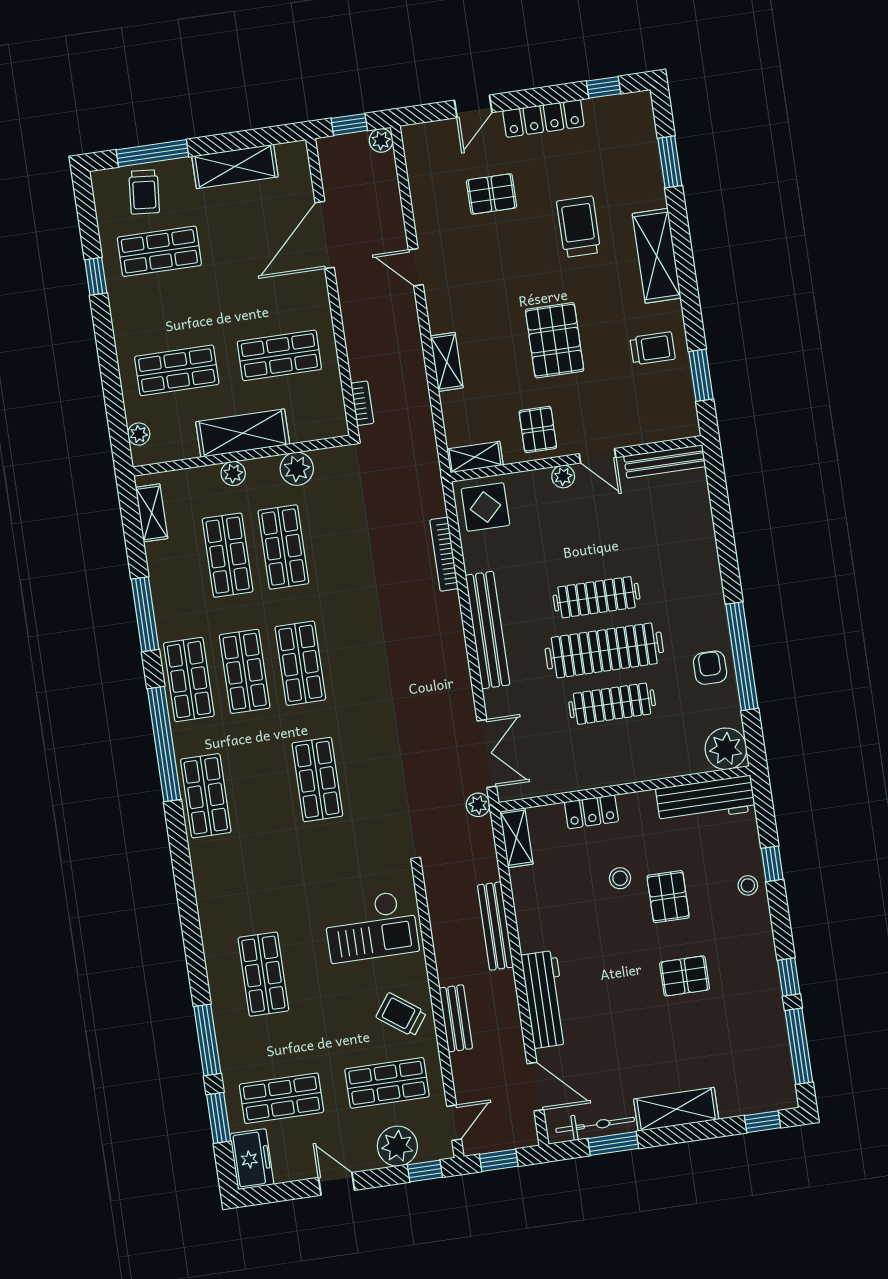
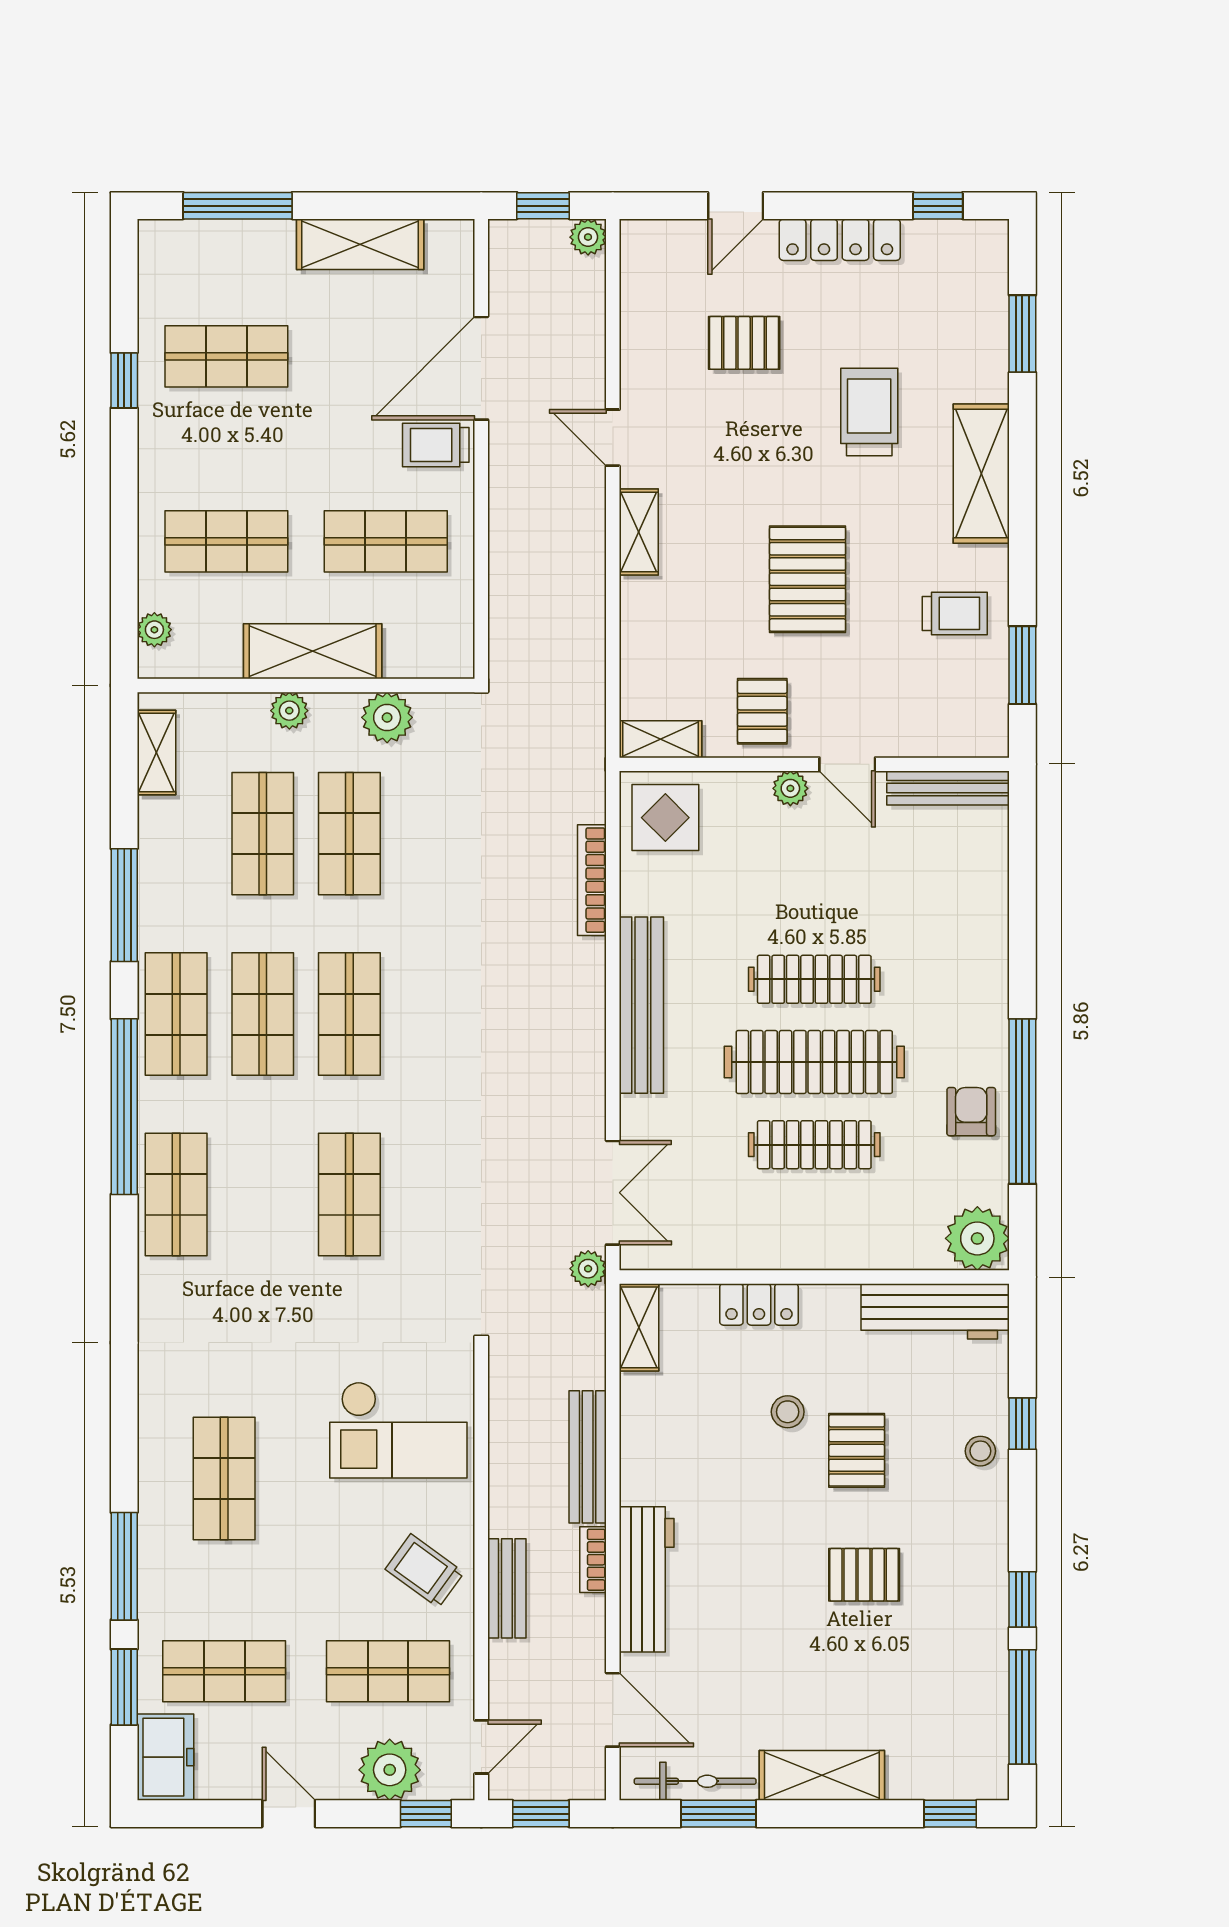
trolley: (144, 192) -> (436, 445), moved, turned 85
shelving: (447, 362) -> (639, 532), moved
bookcase: (362, 403) -> (593, 1560), moved, turned 180

